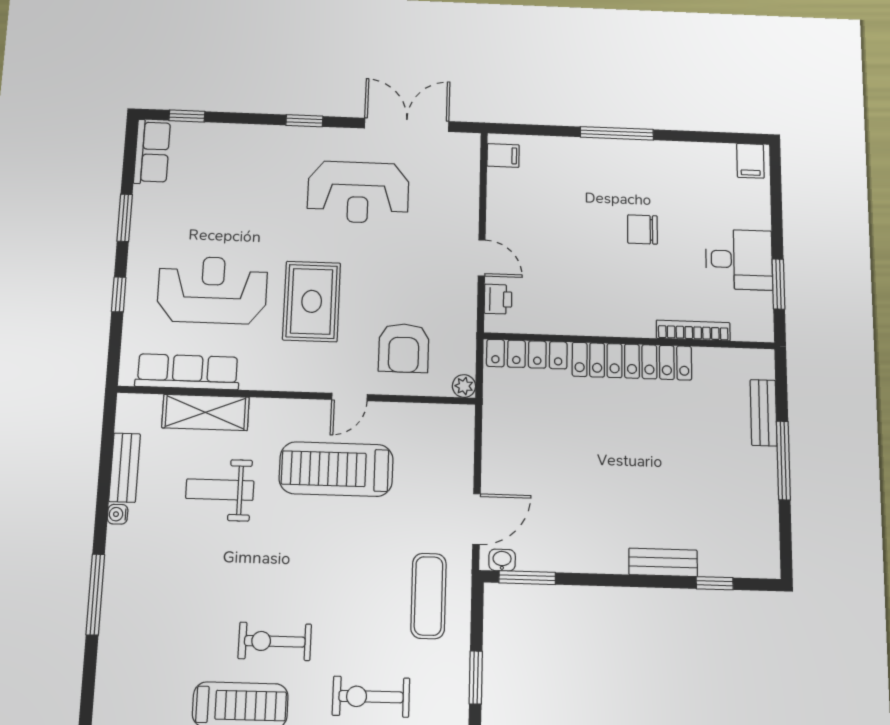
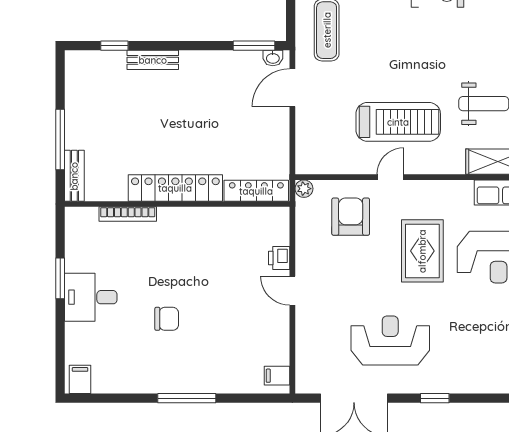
bookcase: (693, 330) -> (128, 214), moved
wall: (630, 341) -> (177, 204), moved
locker: (527, 354) -> (256, 191), moved
locker: (632, 361) -> (175, 188), moved

